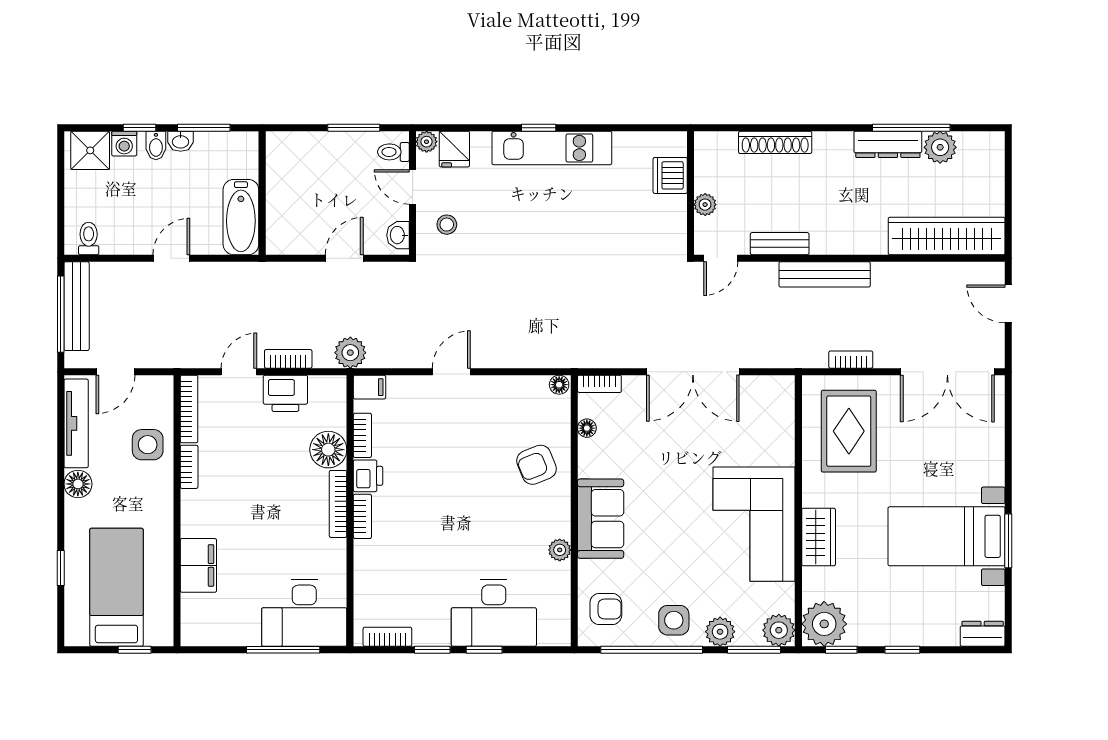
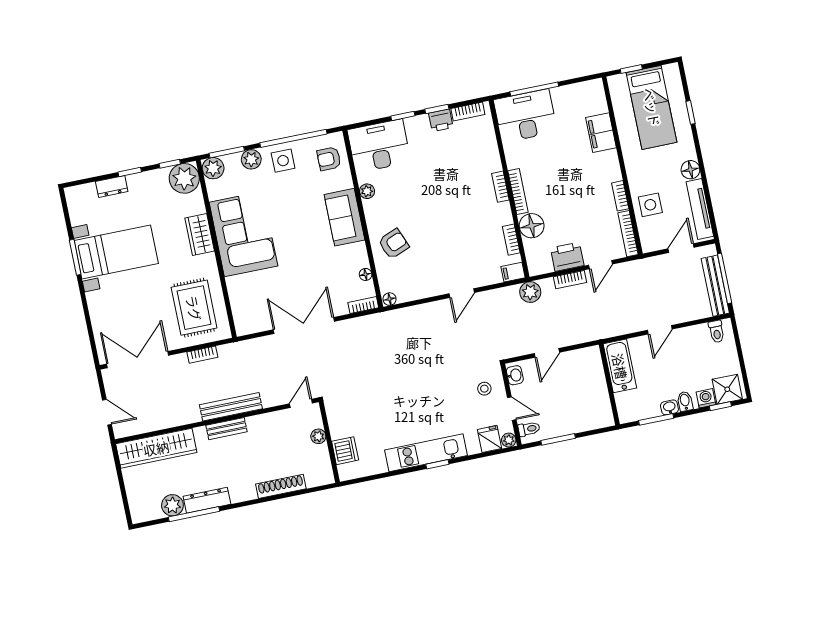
window: (140, 128) -> (720, 406), moved
bench: (780, 244) -> (226, 429), moved
printer: (368, 476) -> (441, 120), moved, turned -90
desk: (494, 613) -> (379, 146), moved
dresser: (983, 634) -> (112, 187), moved

